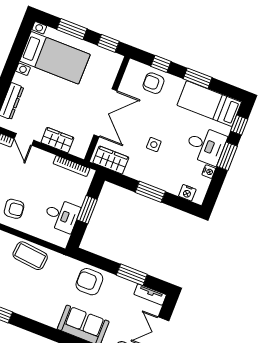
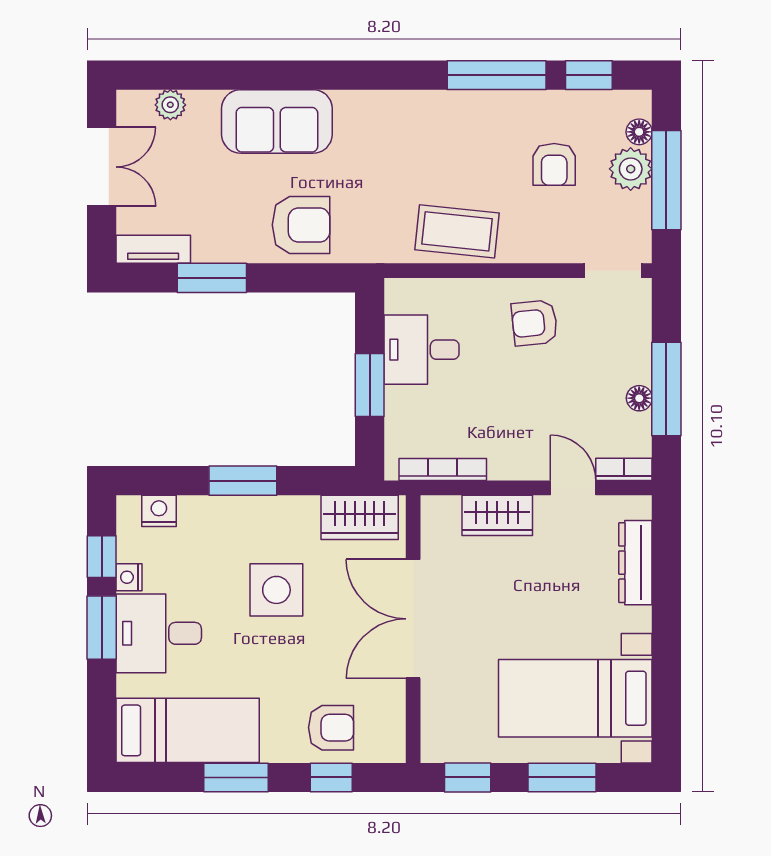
window: (239, 125) -> (102, 557), moved
side table: (154, 145) -> (276, 590), width x1.87, depth x1.87

